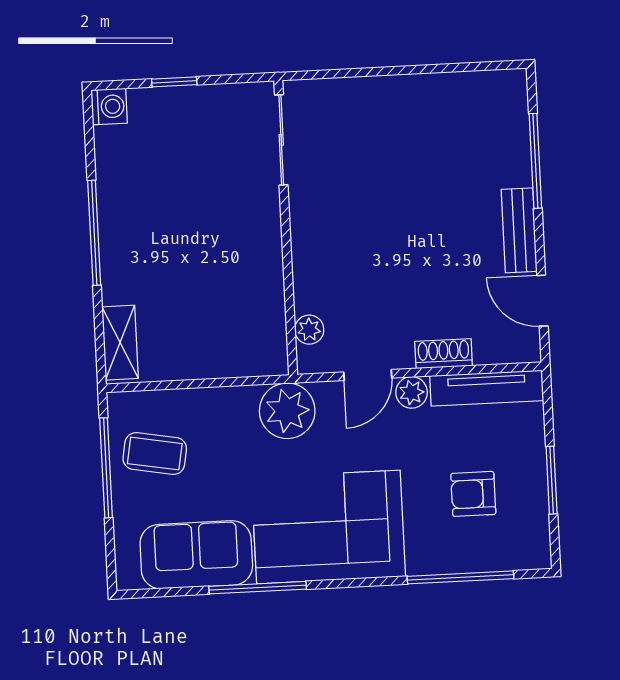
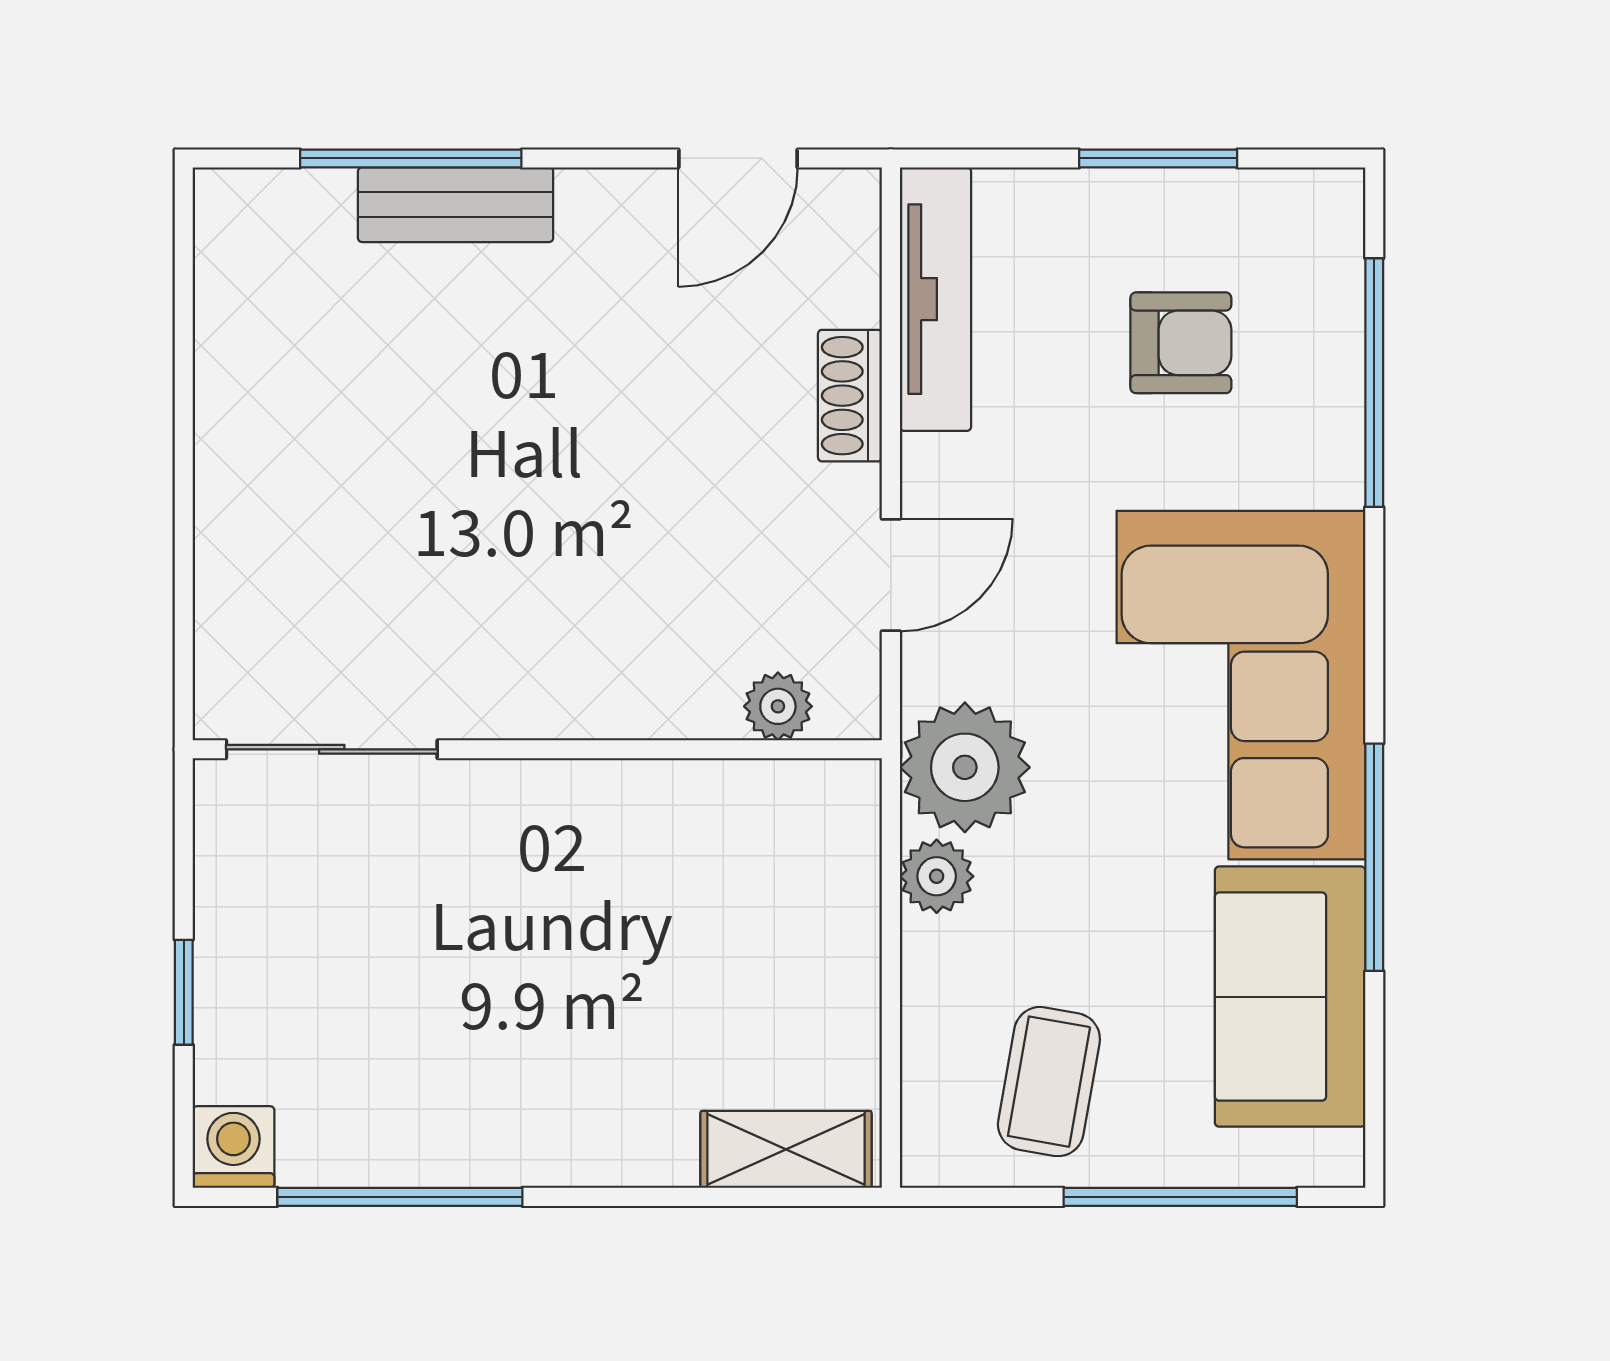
bench: (519, 230) -> (456, 205), moved
window: (94, 233) -> (400, 1197), moved
door: (368, 375) -> (891, 575), hinge flipped
plant: (412, 392) -> (937, 876), moved
window: (106, 468) -> (1180, 1197), moved
armchair: (473, 494) -> (1181, 343), turned -90

